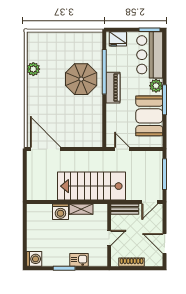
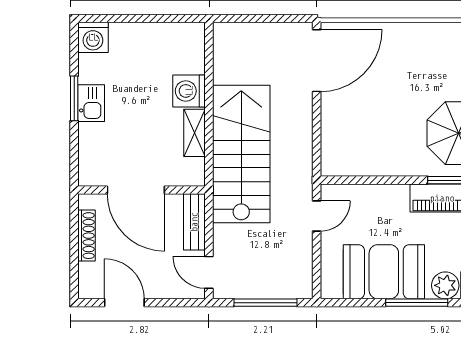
door: (109, 238) -> (136, 190), width x1.88
door: (165, 243) -> (124, 303), hinge flipped
kitchen sink: (79, 260) -> (91, 103), moved

